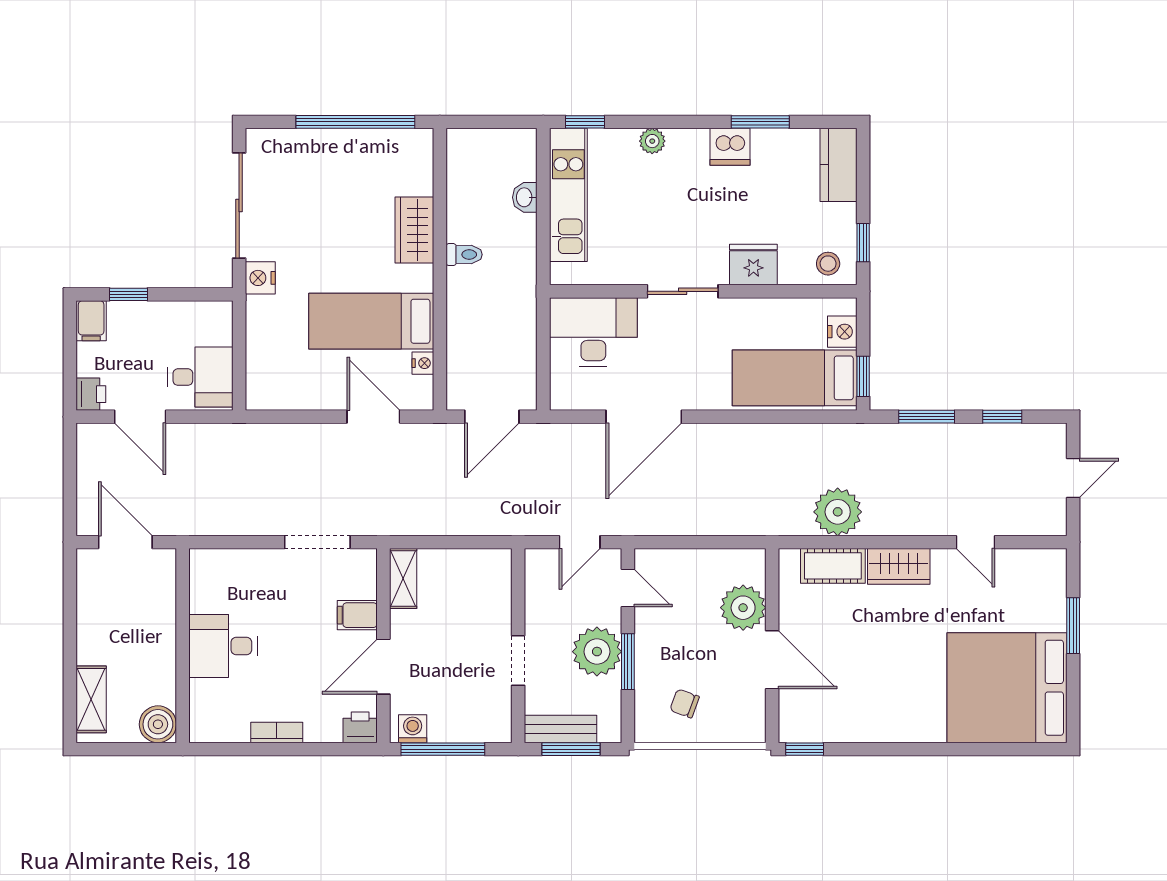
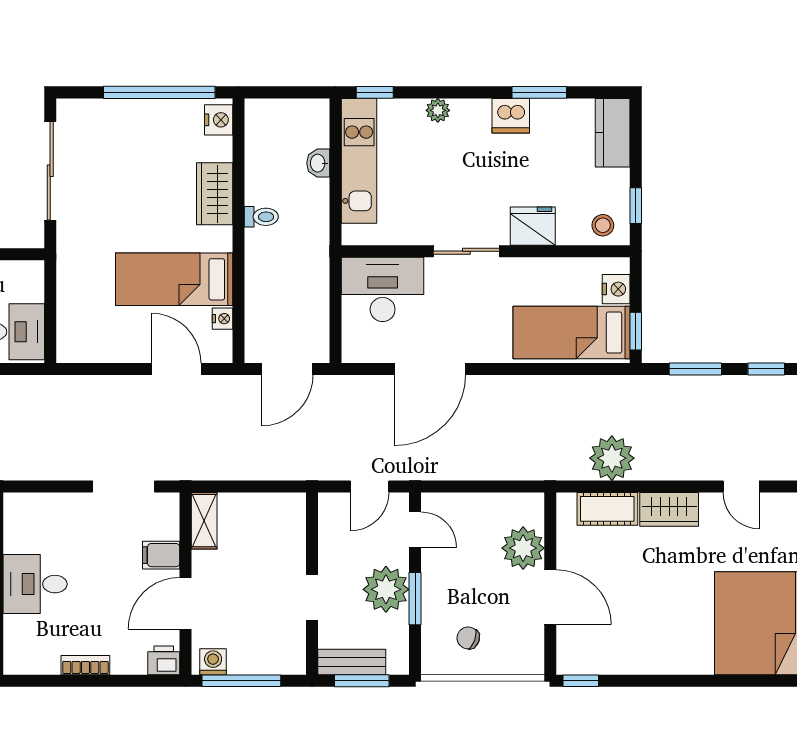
nightstand: (260, 278) -> (219, 120), moved, turned 180

